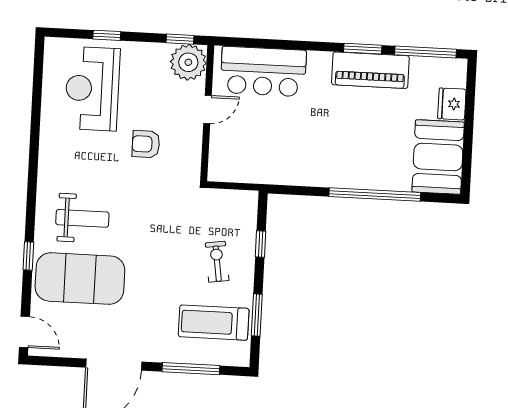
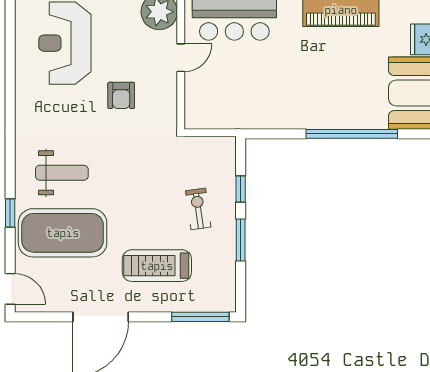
armchair: (146, 144) -> (121, 95), turned -90
window: (257, 315) -> (241, 240), moved
treadmill: (214, 323) -> (157, 266), moved
window: (191, 369) -> (200, 317), moved

